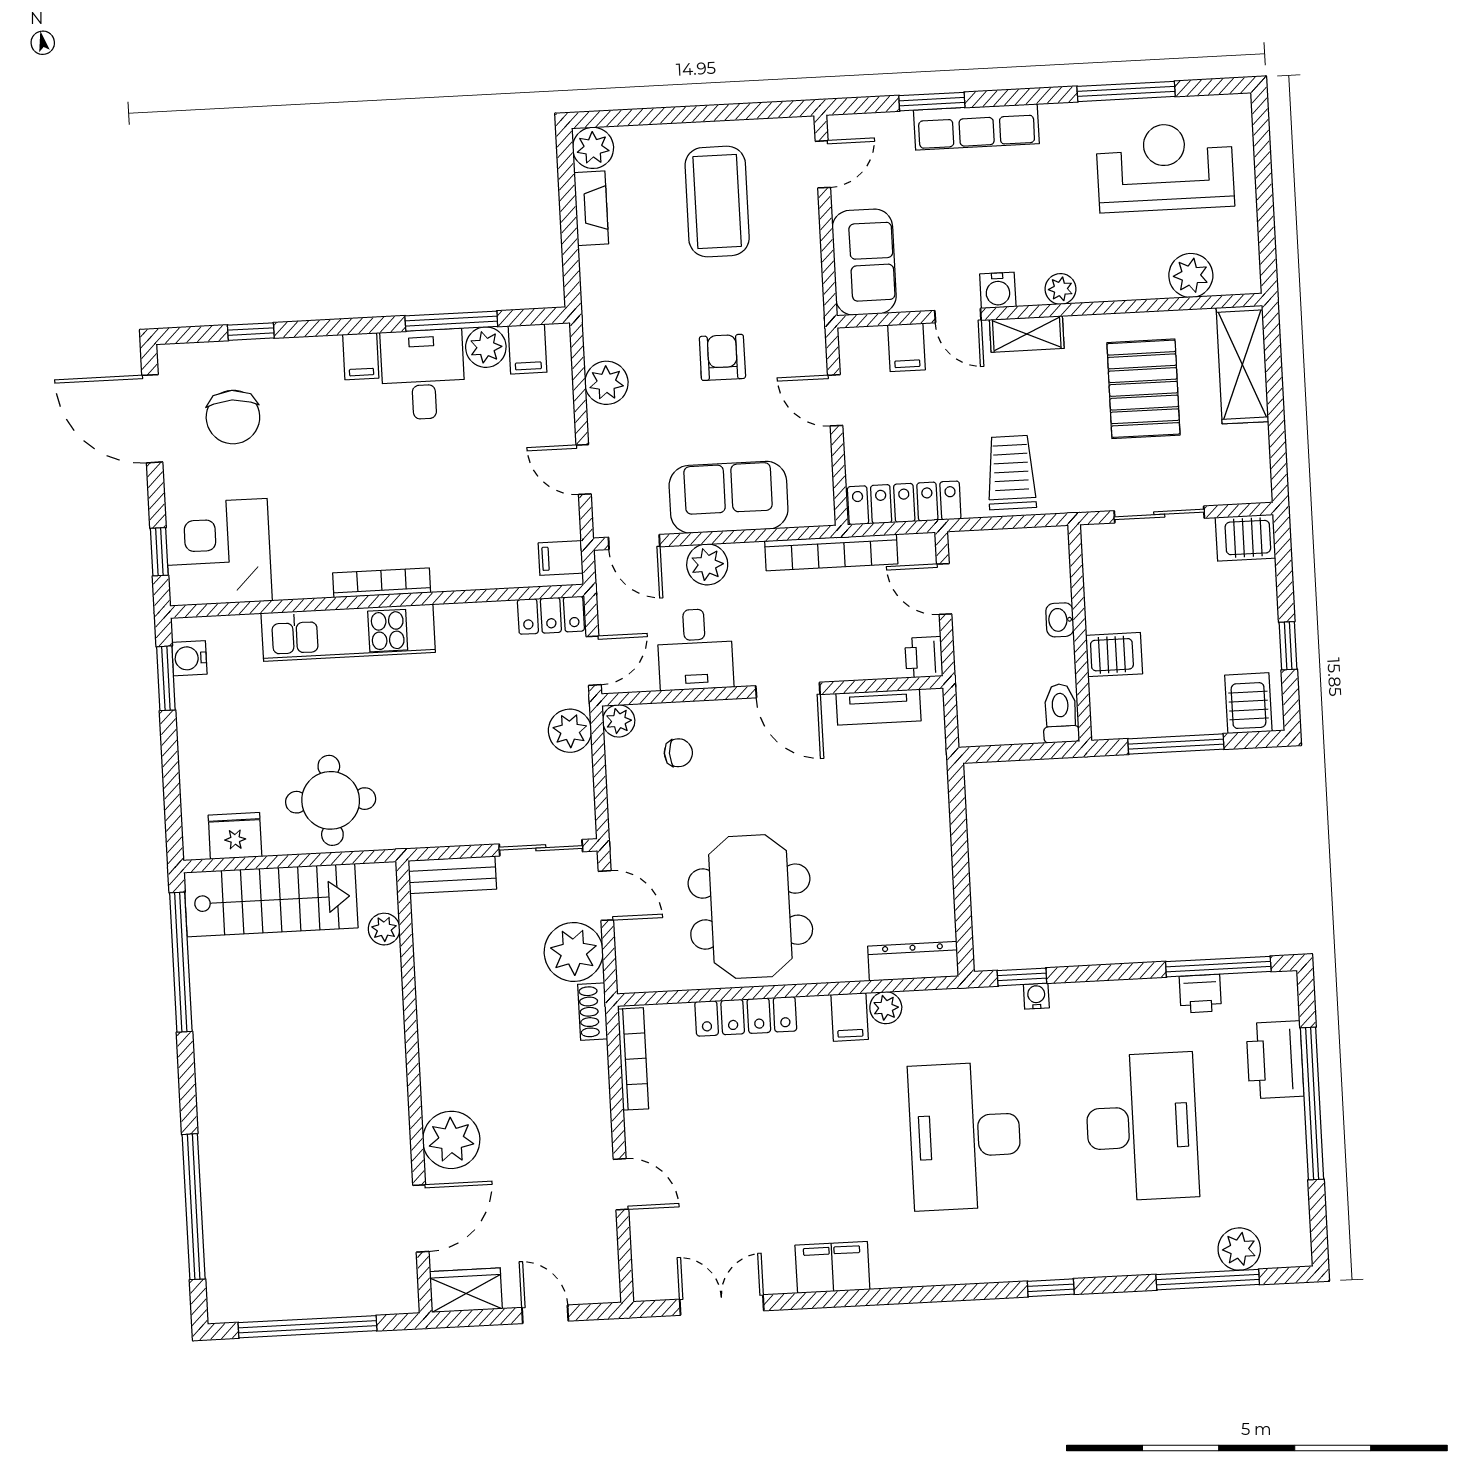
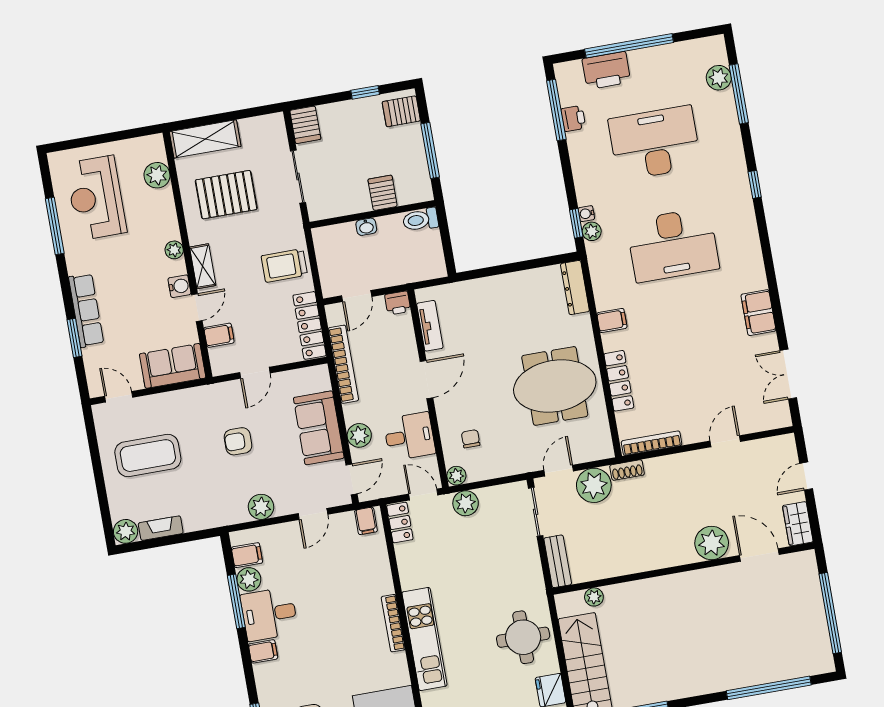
plant: (886, 1008) -> (592, 231), moved

